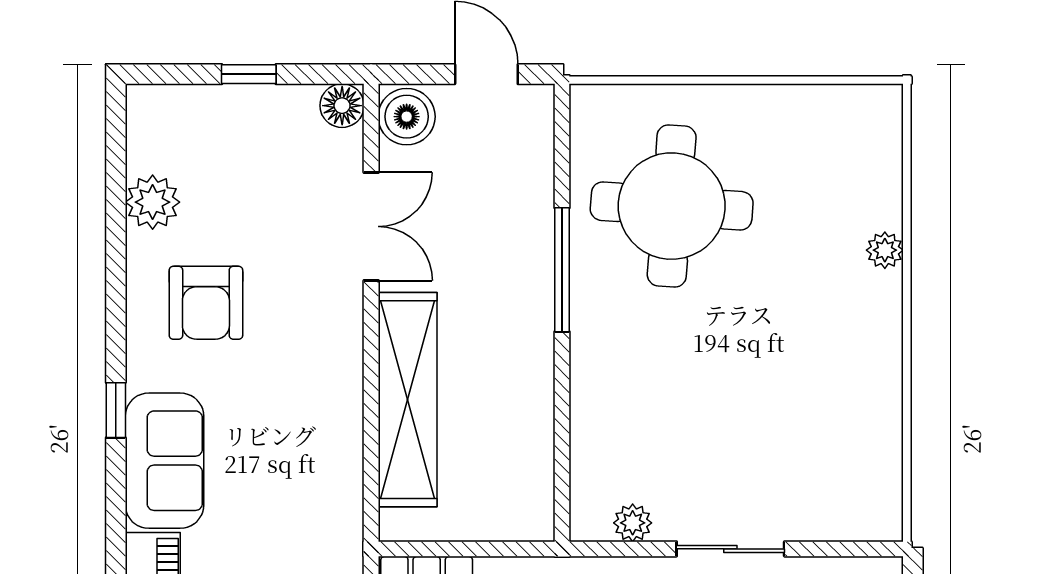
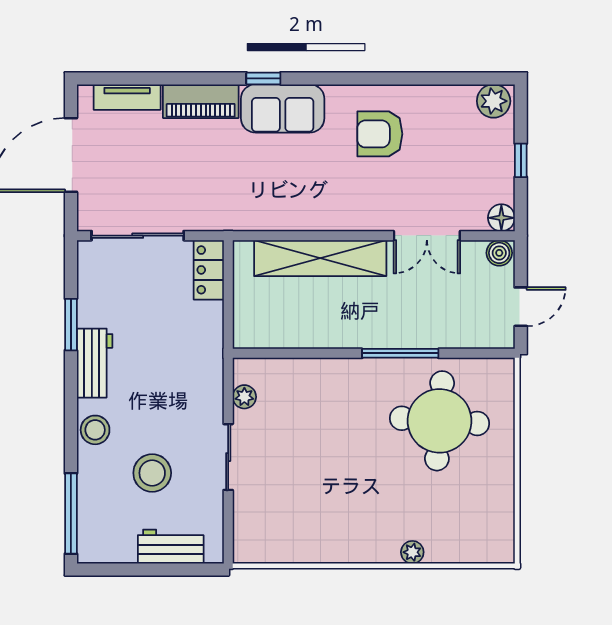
boiler: (407, 117) -> (499, 253), width x0.73, depth x0.73
plant: (153, 202) -> (494, 101), moved
window: (116, 410) -> (263, 78), moved

